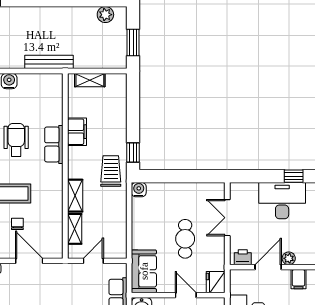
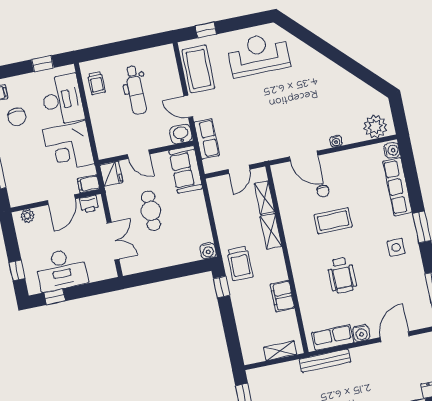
row of seats: (54, 144) -> (333, 337), moved, turned -90
plant: (289, 258) -> (27, 216), moved
filing cabinet: (298, 279) -> (89, 184), moved, turned -90

